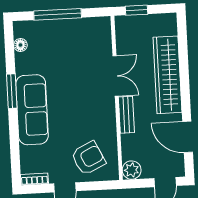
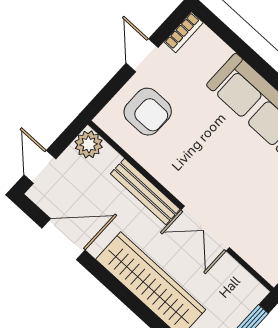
bench: (126, 115) -> (145, 192), width x1.36
armchair: (88, 158) -> (148, 112), turned -64

